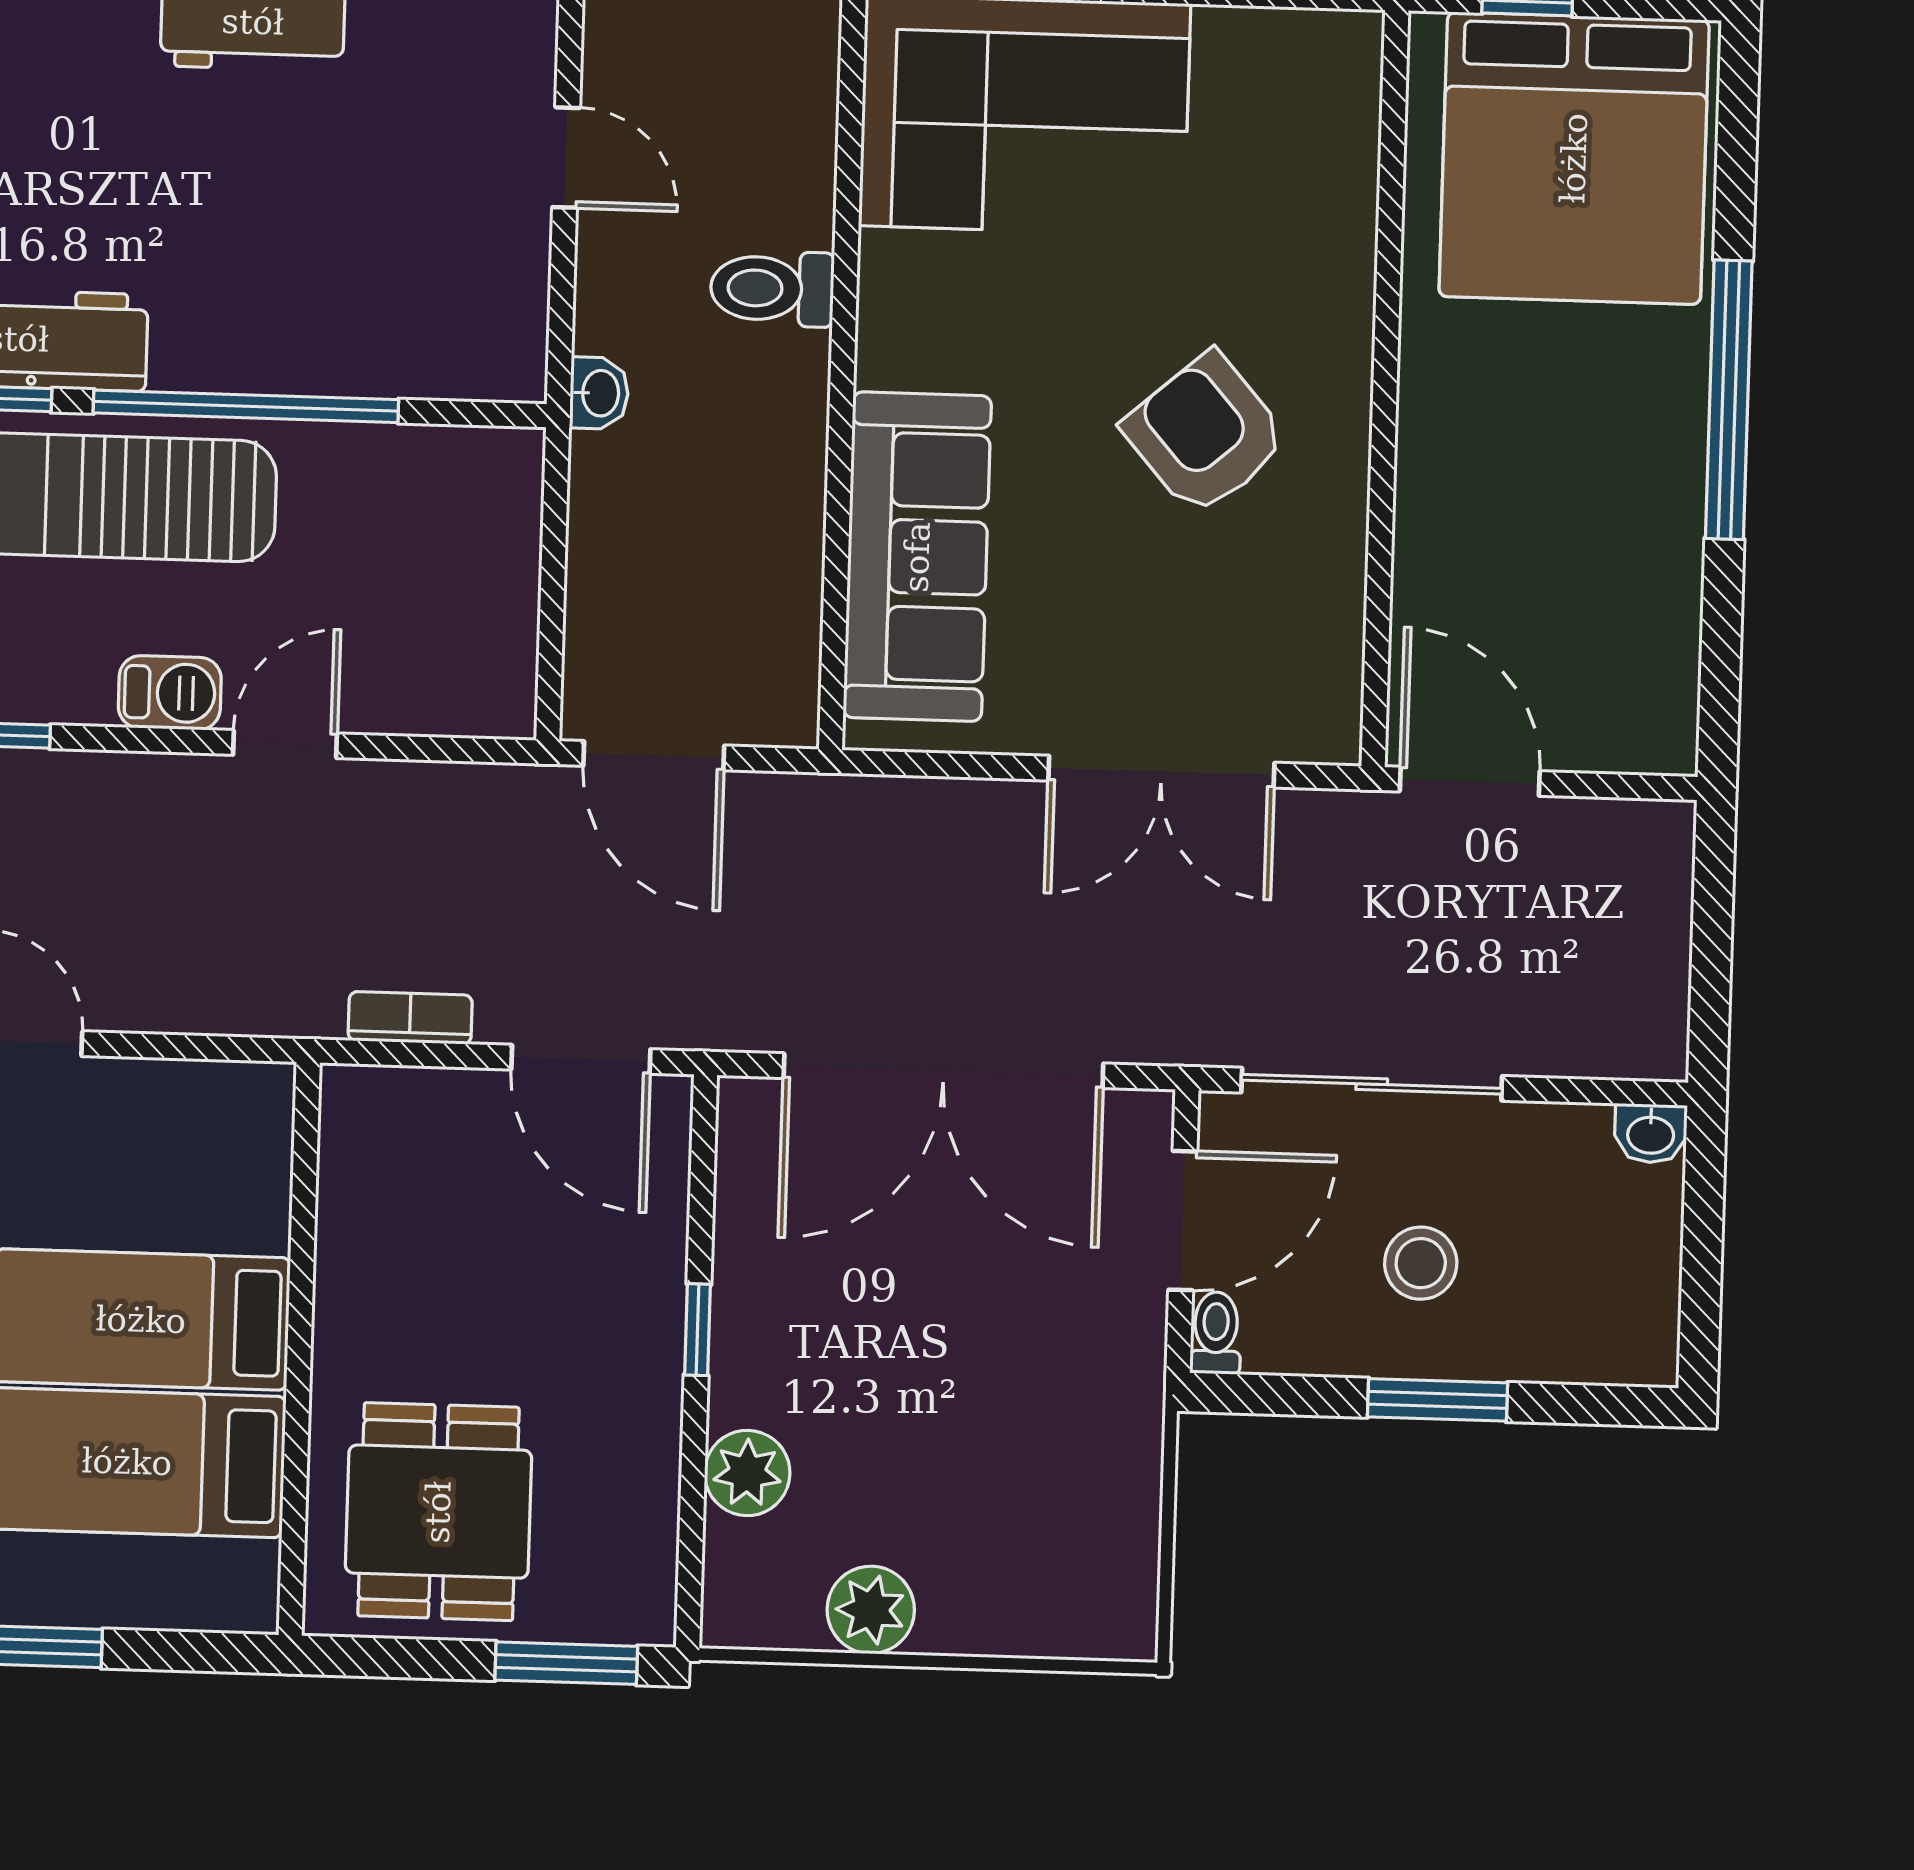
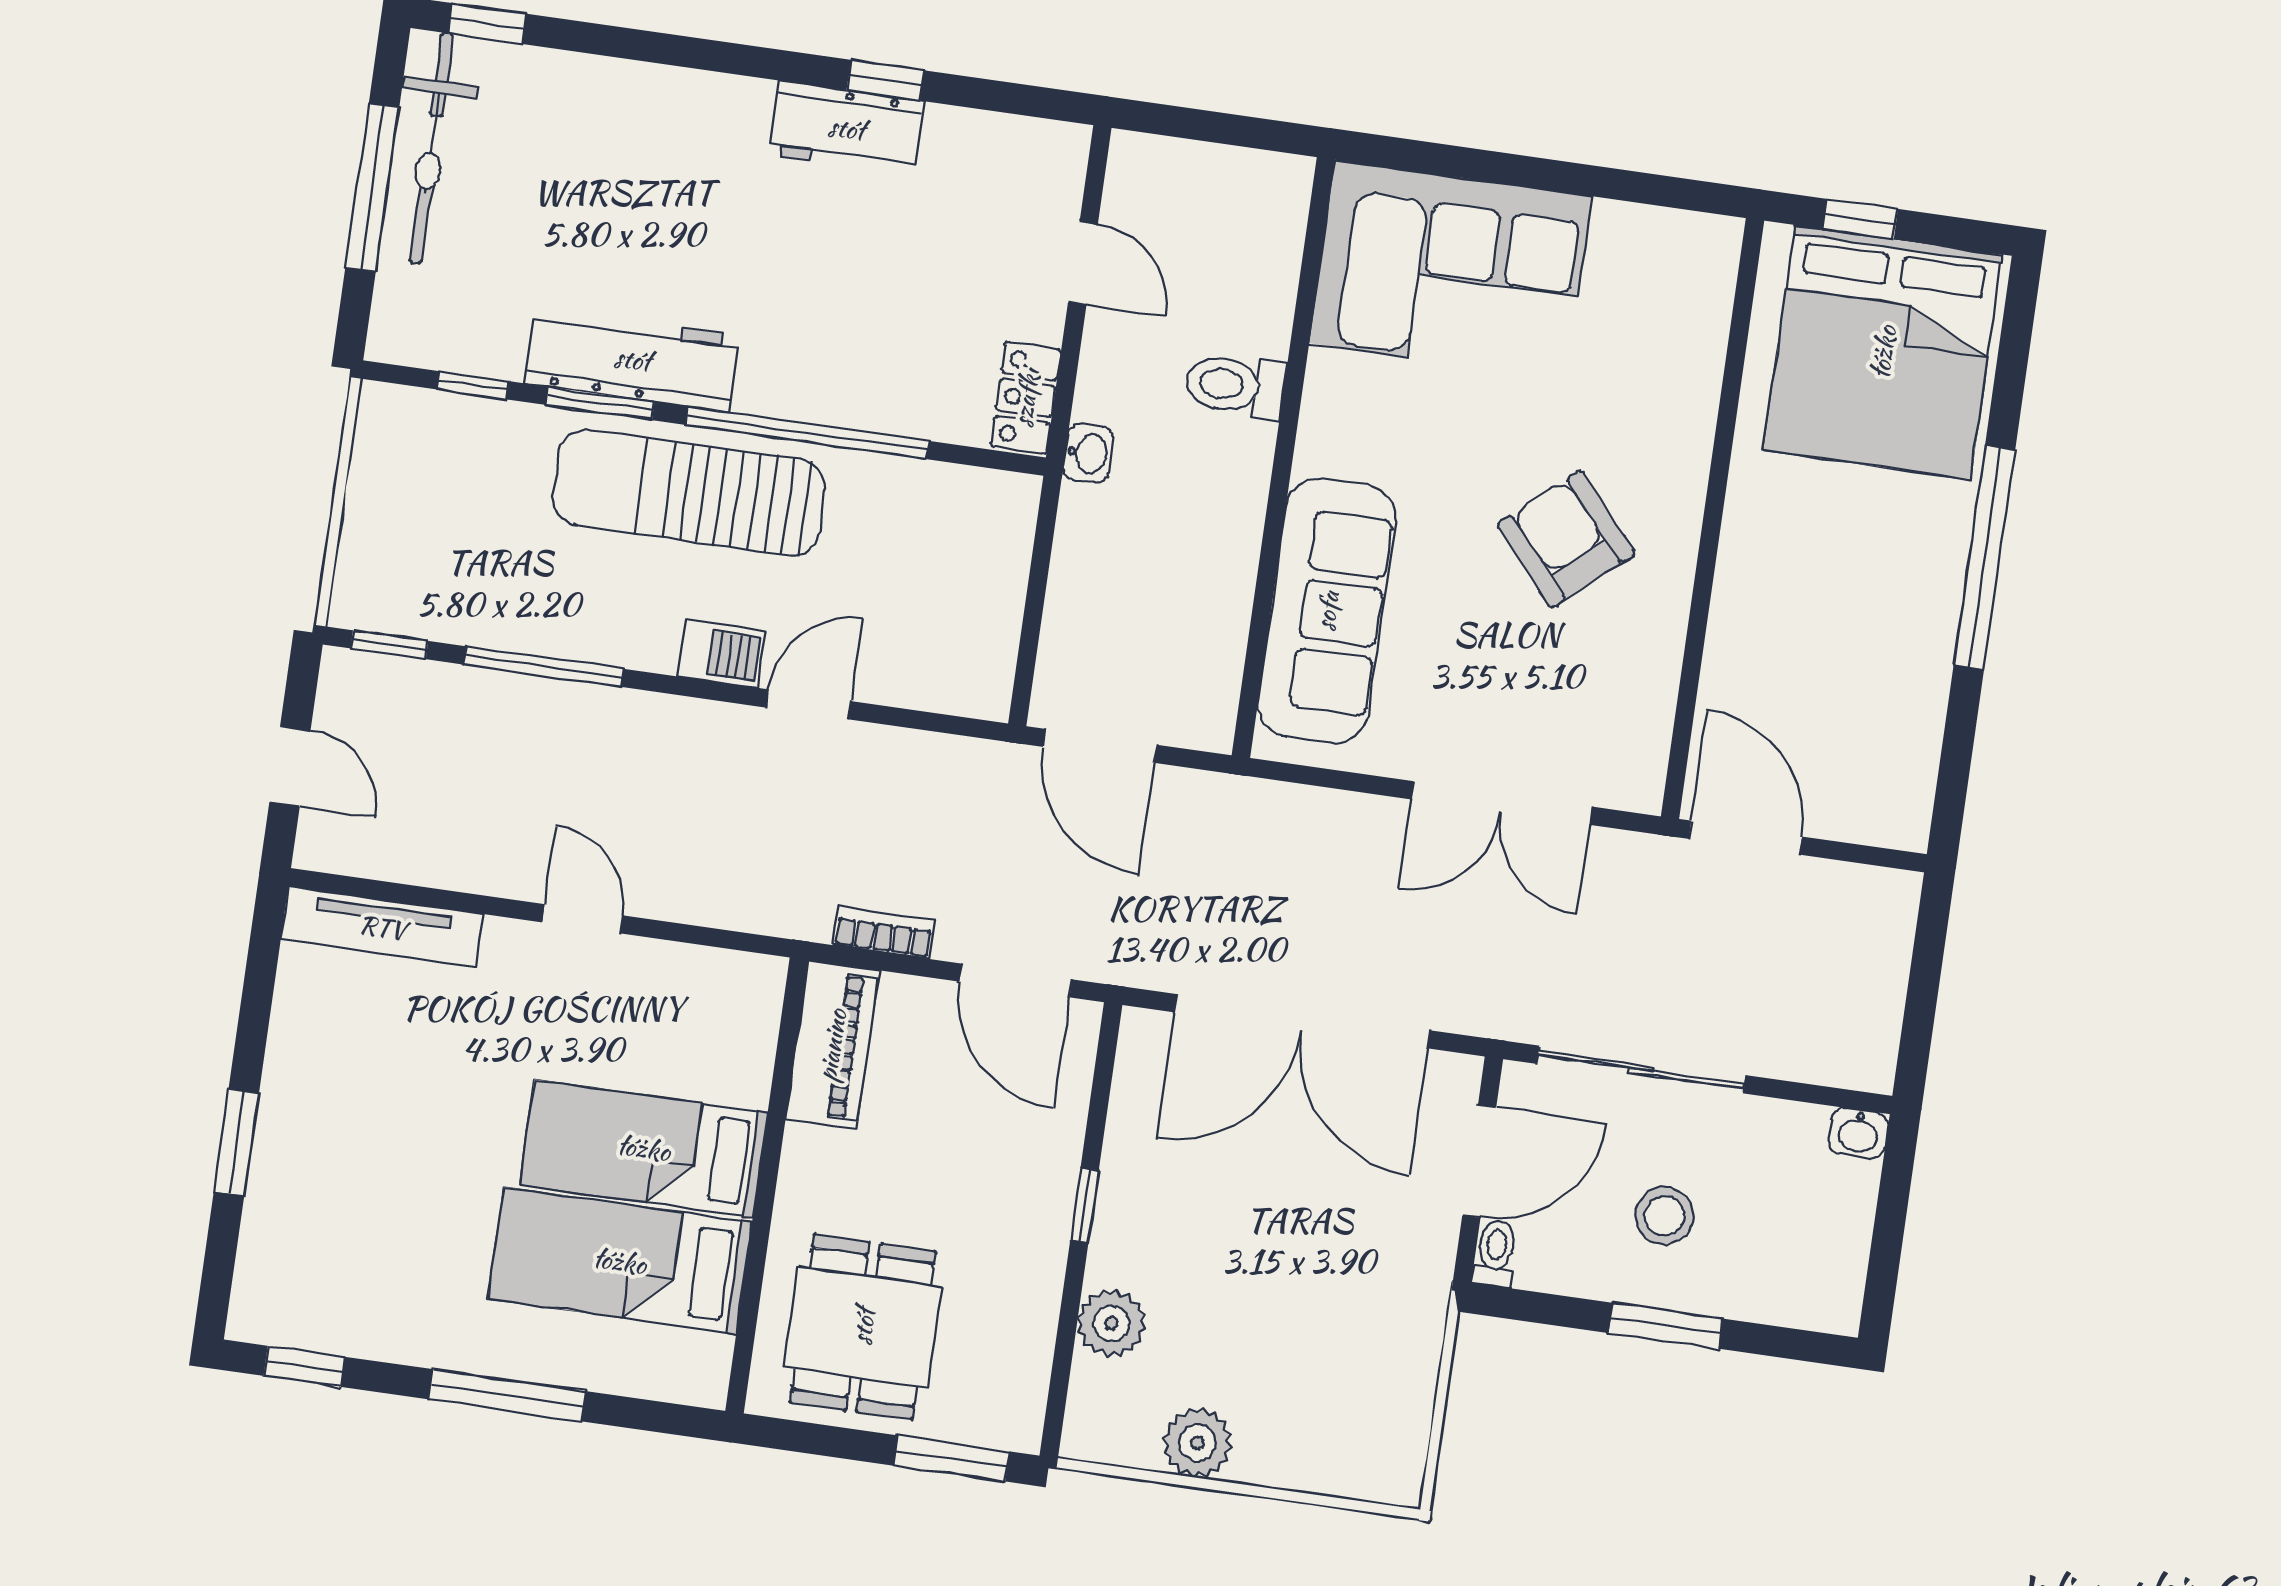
locker: (513, 333) -> (1026, 398), added
piano: (361, 1165) -> (832, 1045), added

